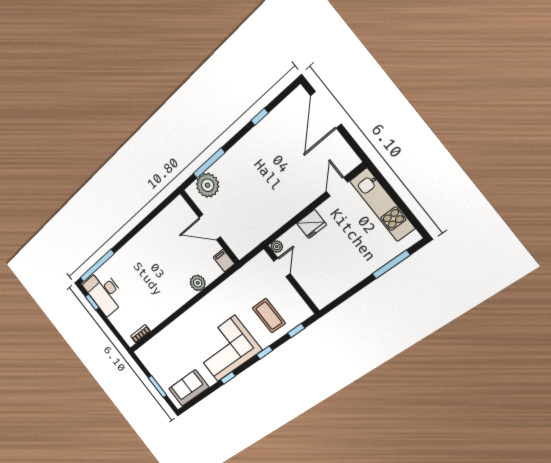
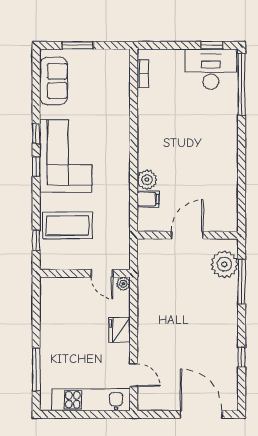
filing cabinet: (224, 261) -> (148, 199), moved
coffee table: (269, 316) -> (68, 225), width x1.36, depth x1.32
window: (264, 353) -> (36, 167), moved

